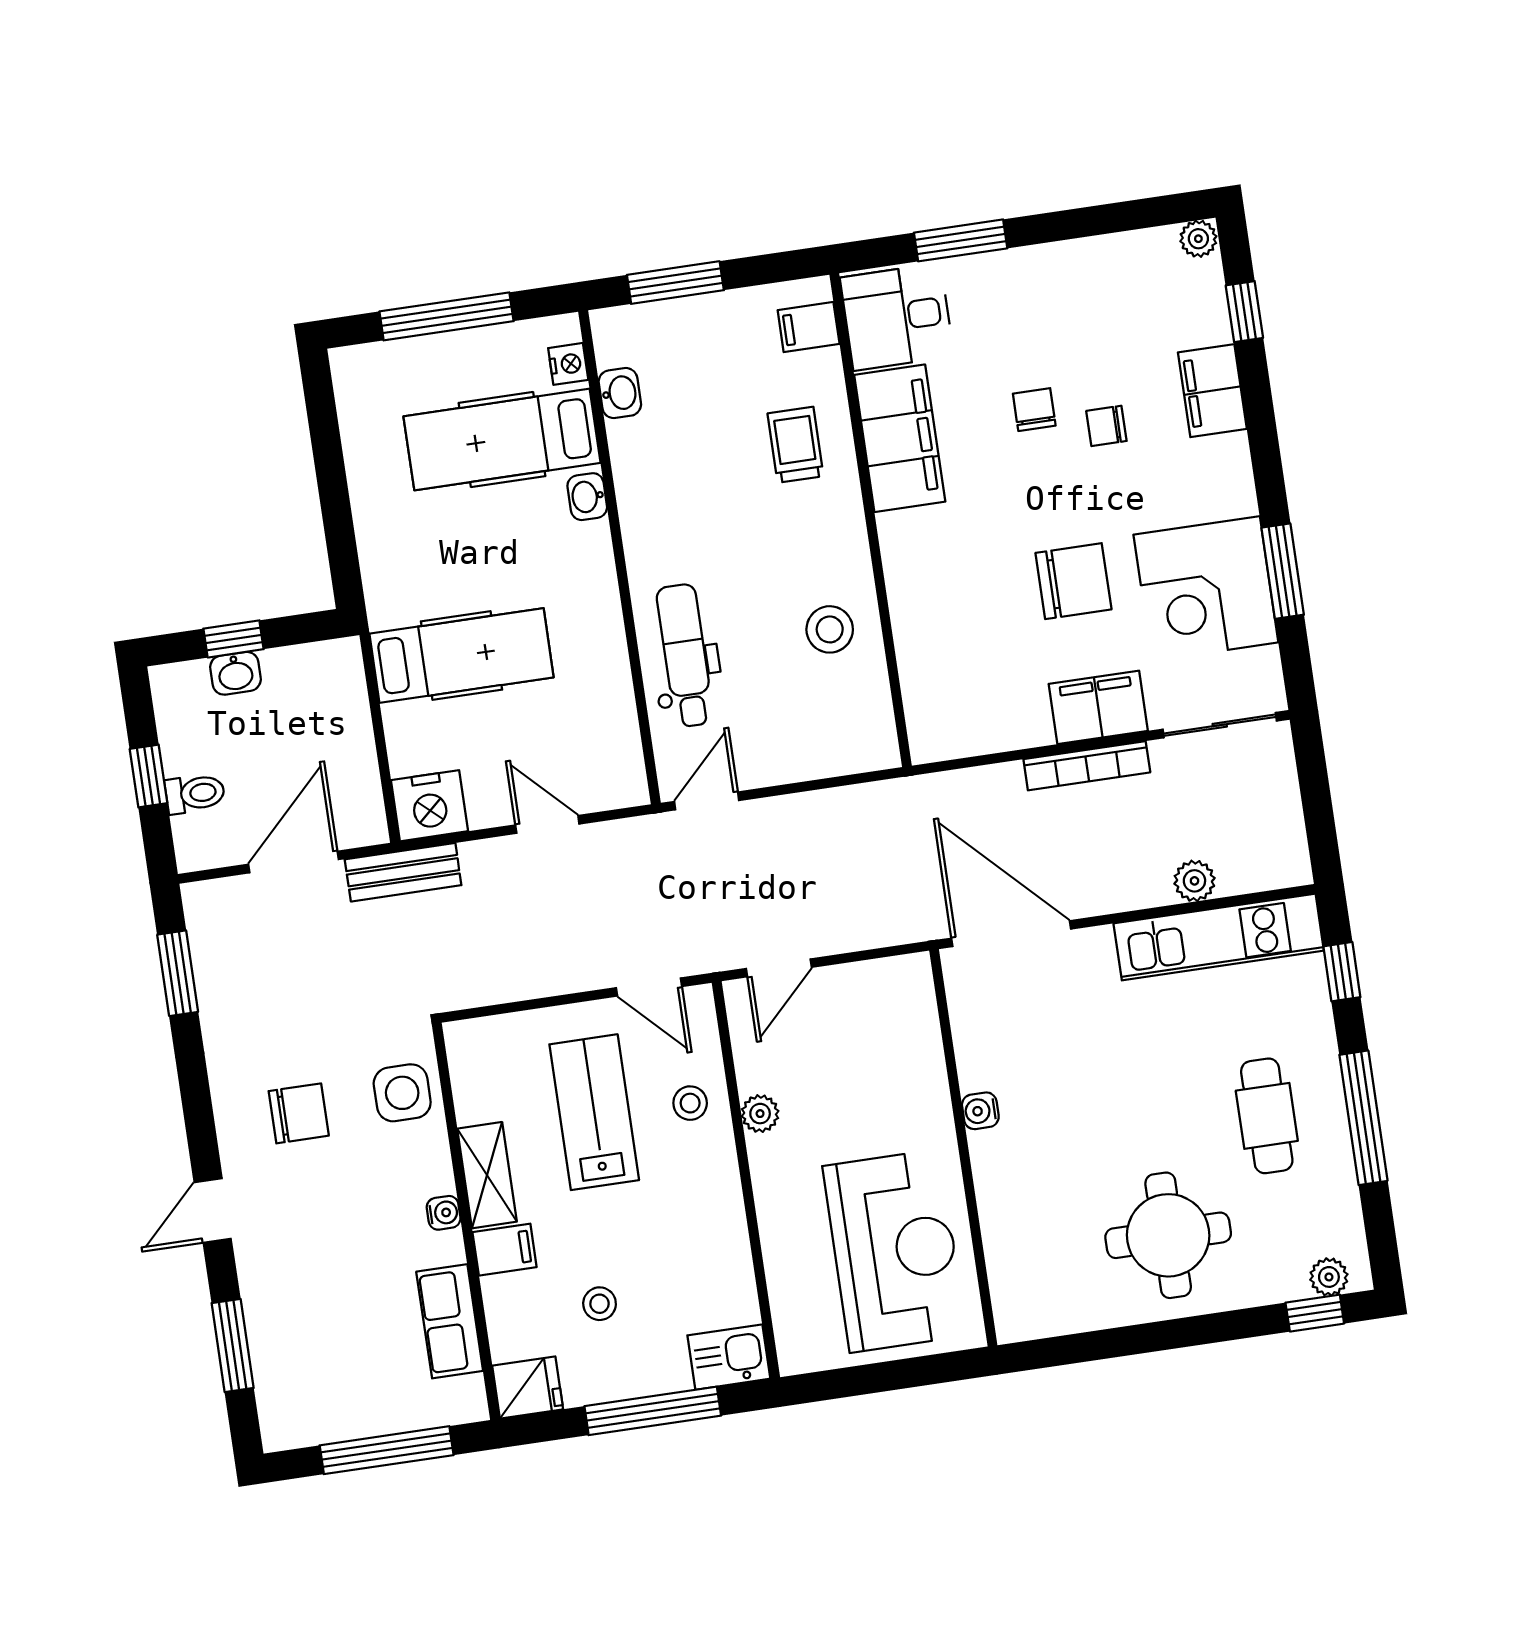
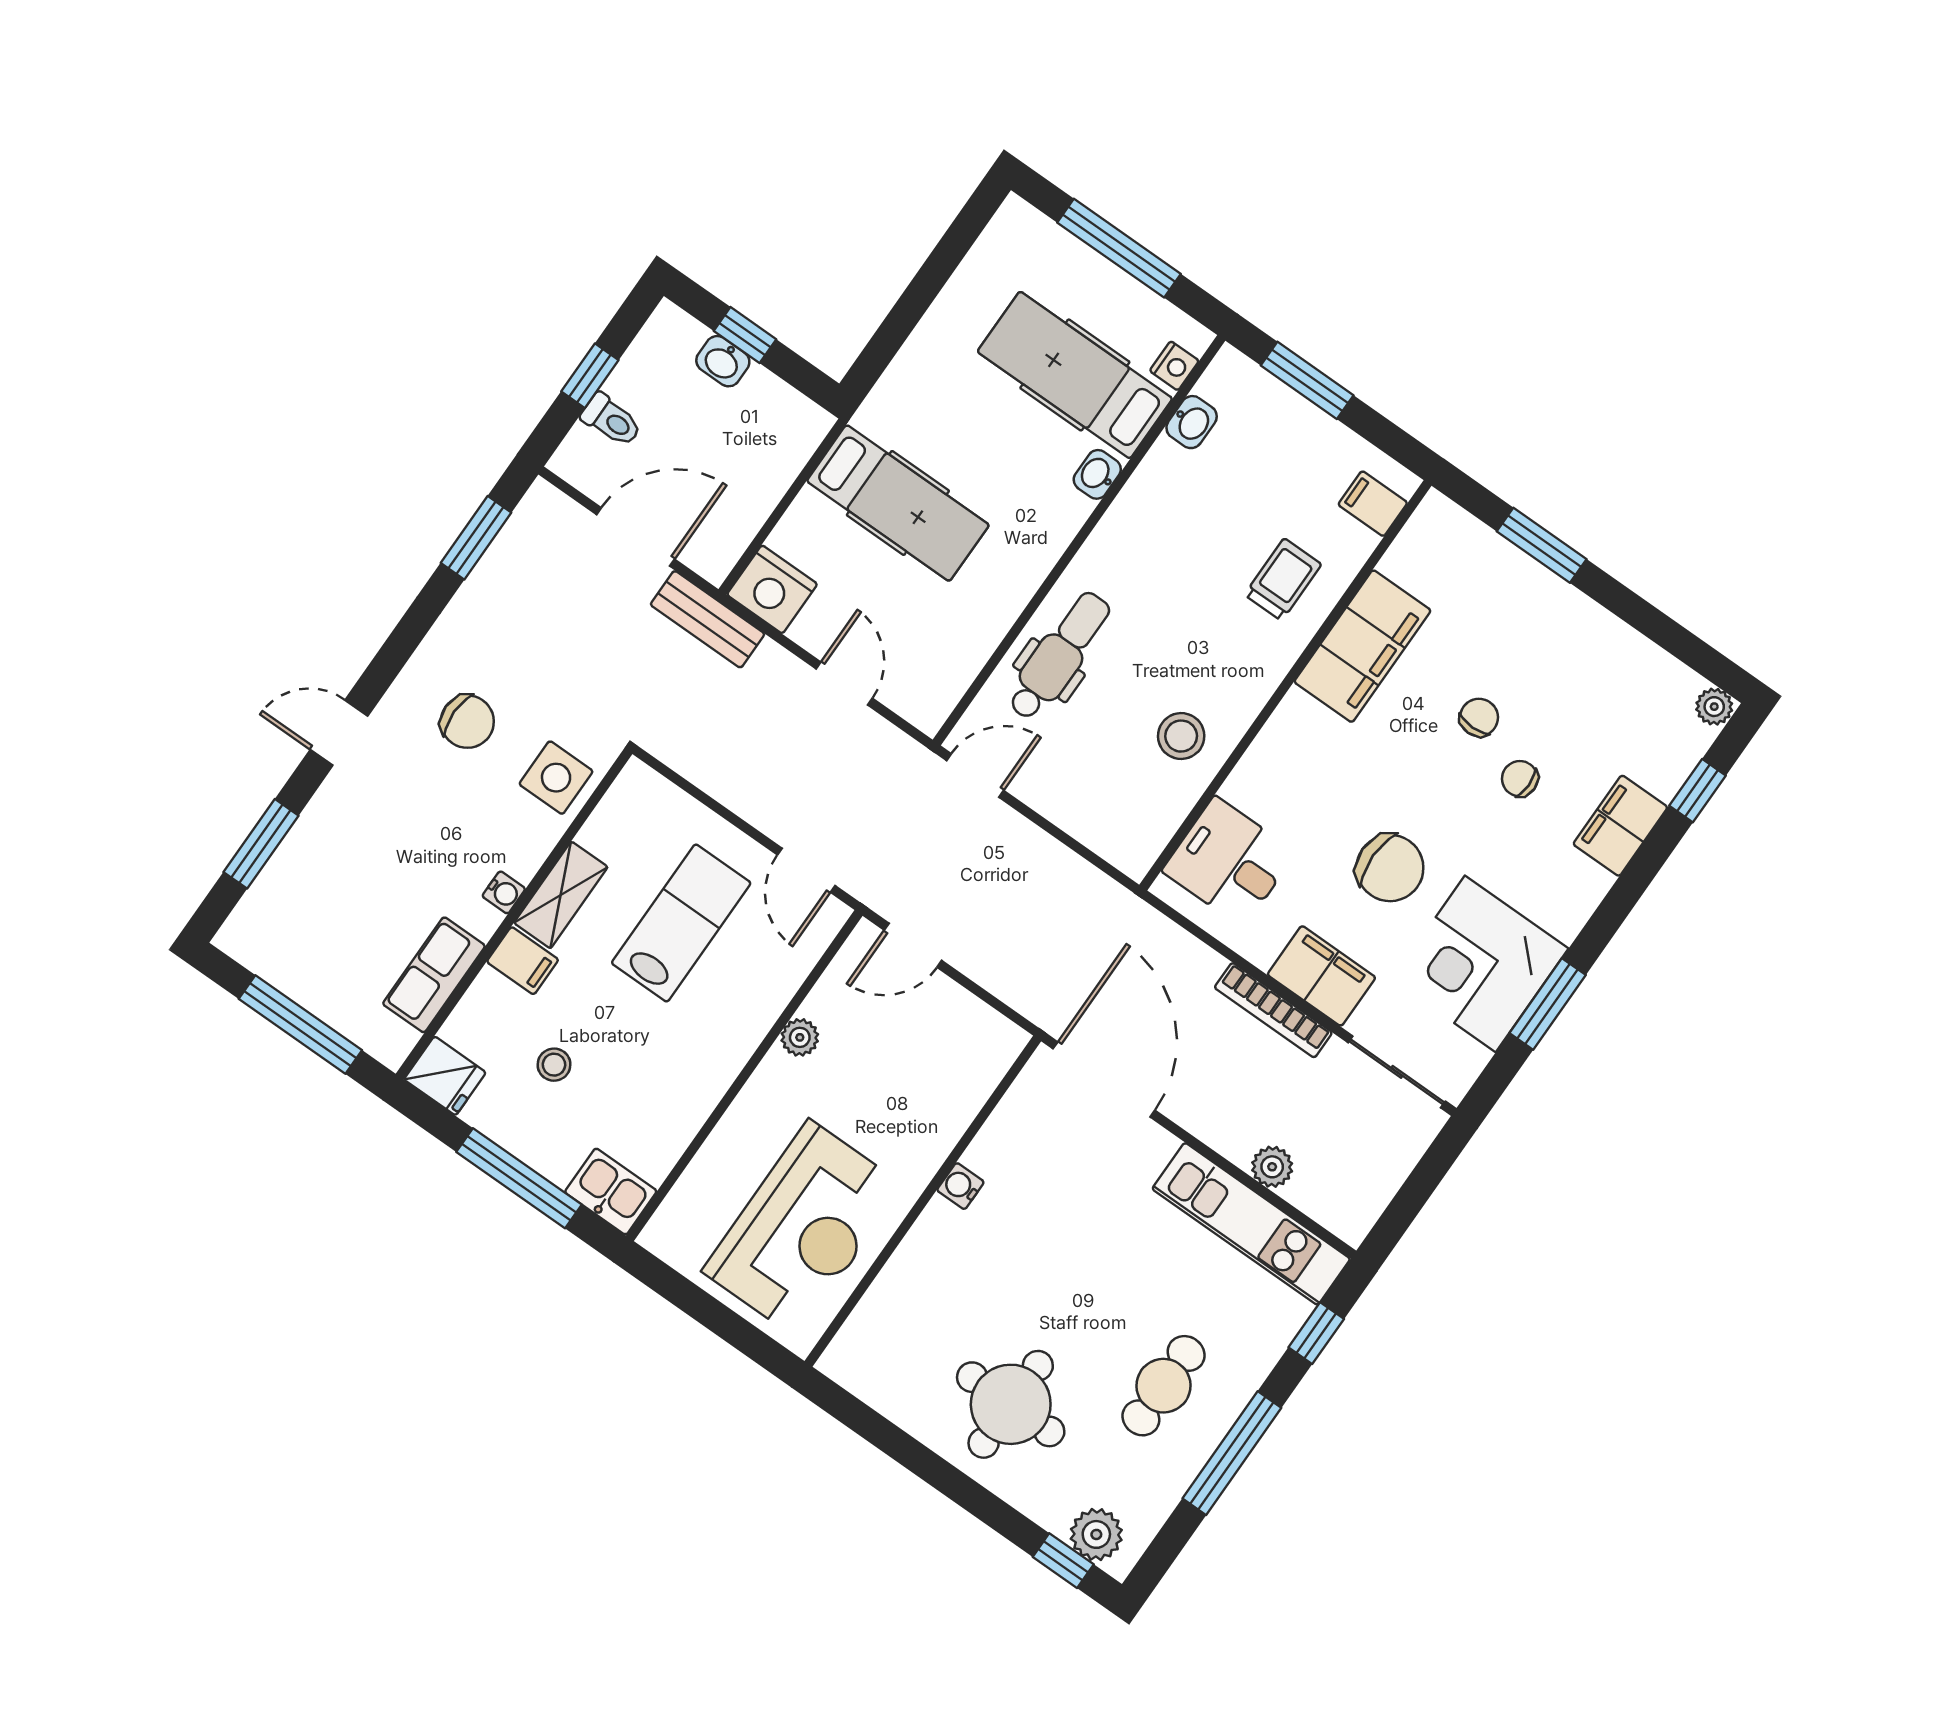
desk: (897, 317) -> (1229, 862), moved
stool: (690, 1103) -> (757, 982), removed
plant: (1329, 1277) -> (1096, 1534), width x1.38, depth x1.38

